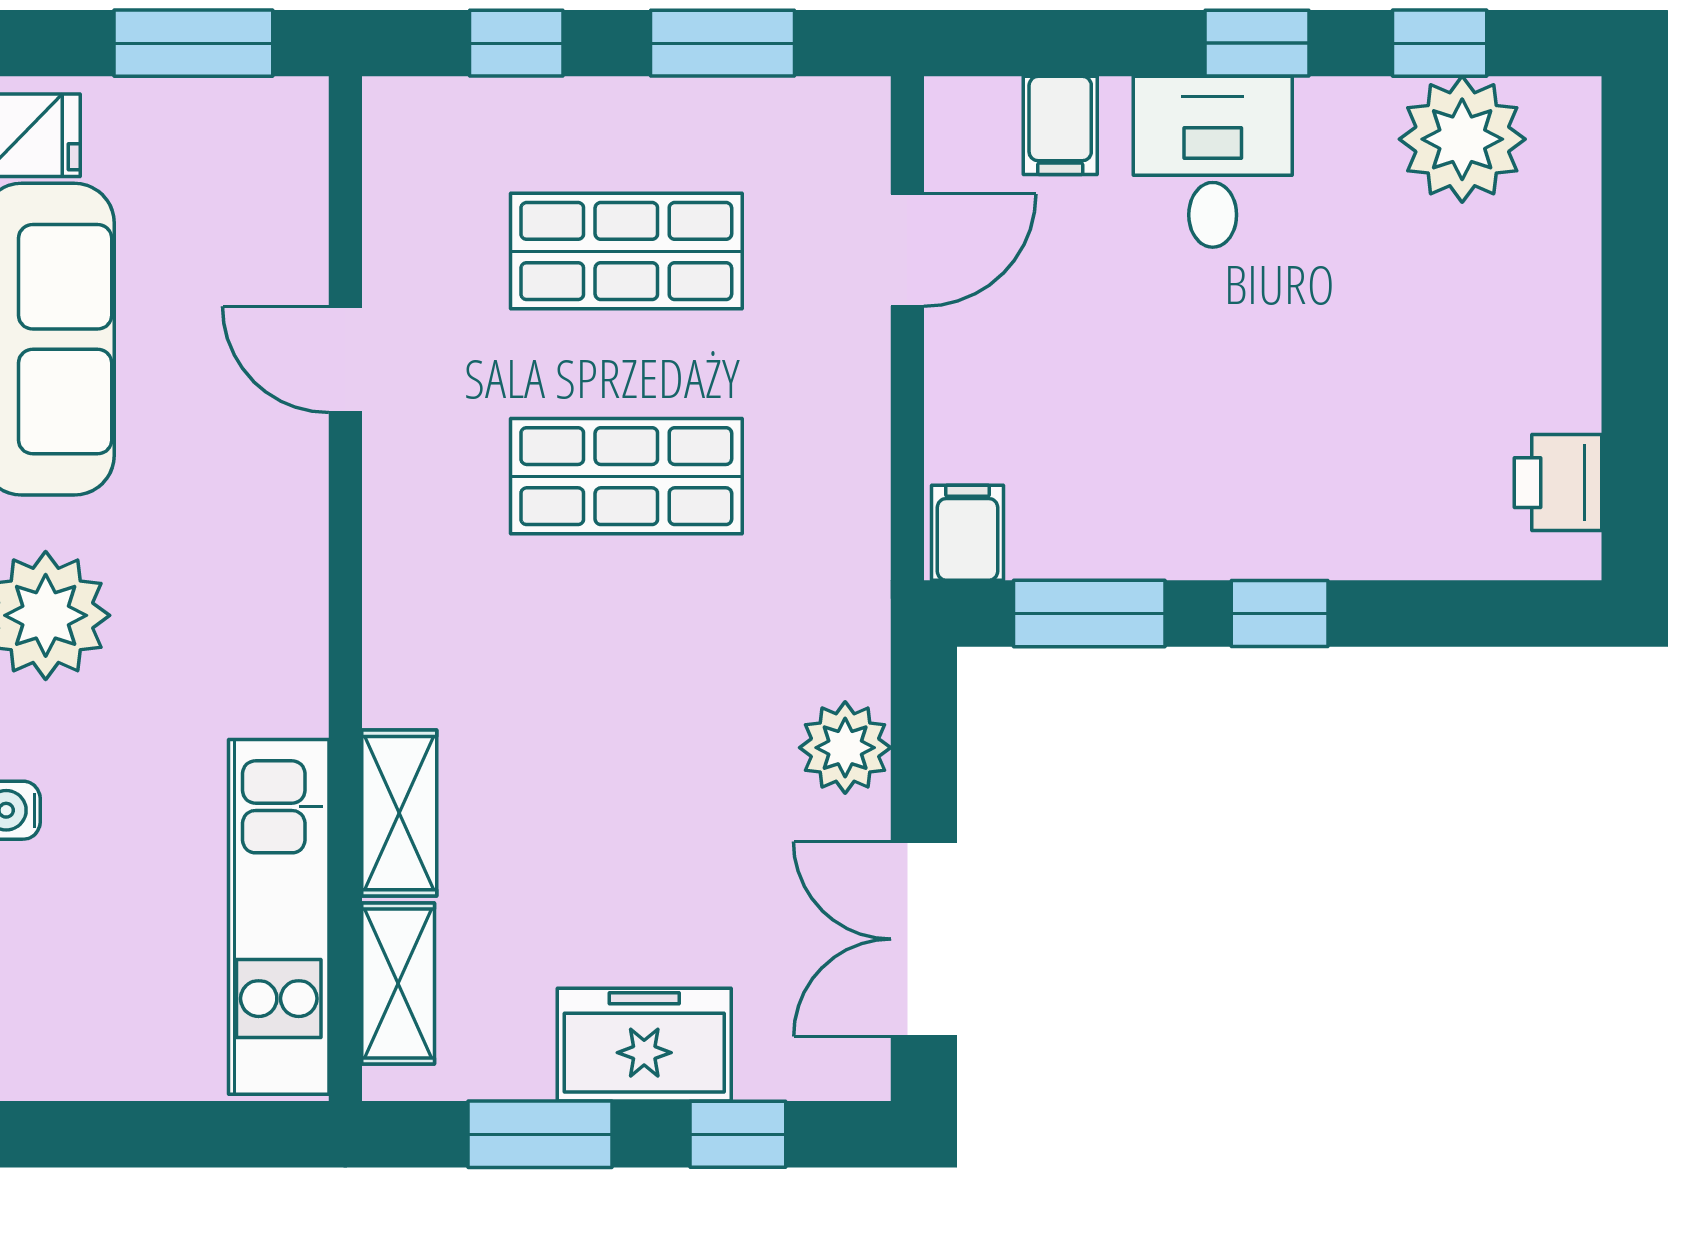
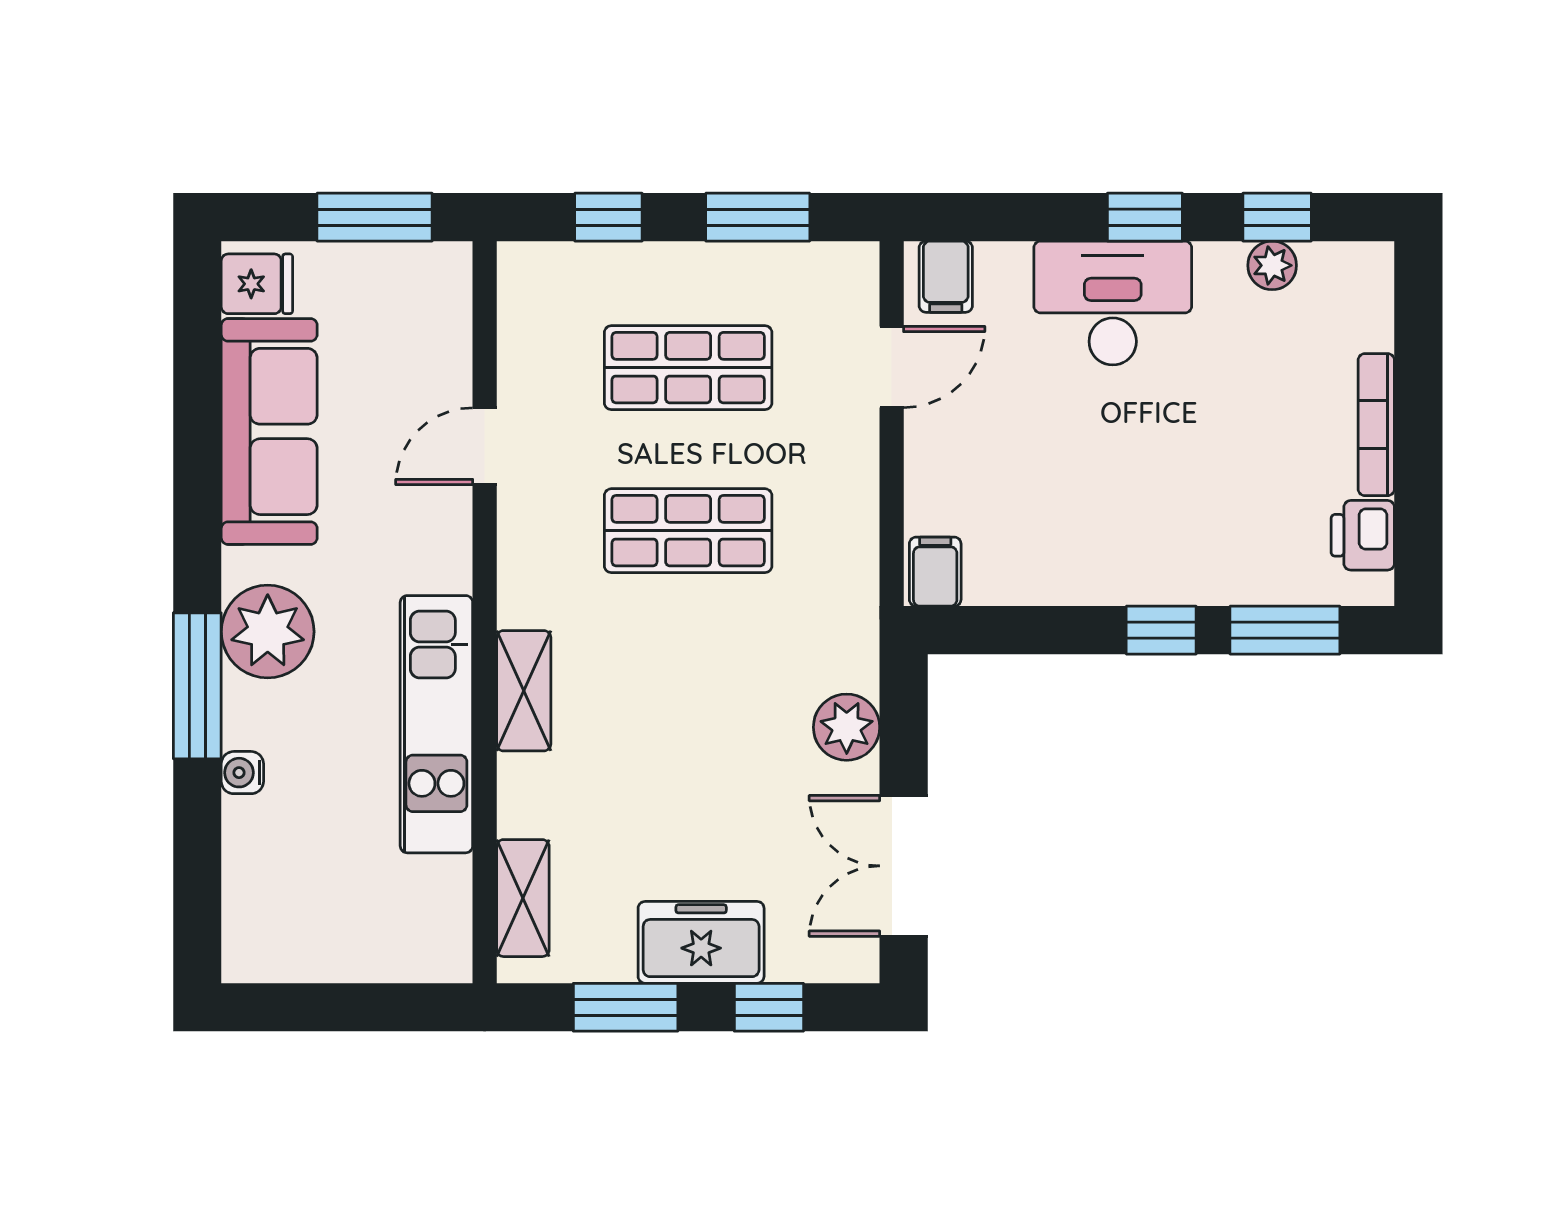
filing cabinet: (1060, 125) -> (946, 277), moved
plant: (1462, 139) -> (1272, 265), width x0.53, depth x0.53
desk: (1213, 162) -> (1113, 303), width x1.37
bookcase: (1577, 330) -> (1376, 425), added
door: (345, 360) -> (485, 446), hinge flipped
window: (1089, 613) -> (1285, 630), moved
shelving: (399, 813) -> (524, 691), moved
kitchen unit: (279, 917) -> (436, 724), moved

